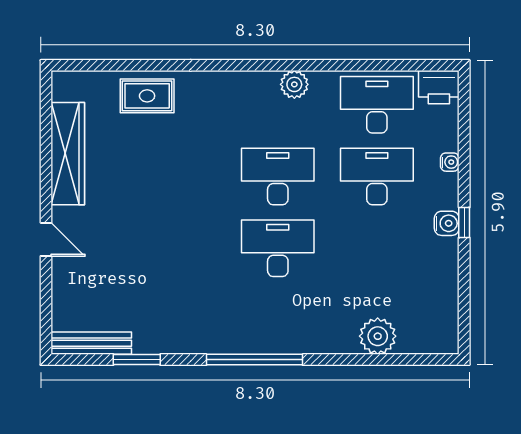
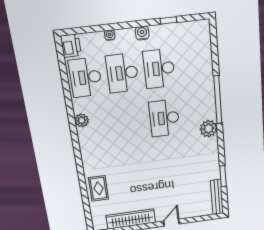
desk: (278, 177) -> (159, 69), moved
window: (464, 223) -> (168, 20), moved
plant: (378, 336) -> (209, 129), moved
window: (255, 360) -> (218, 100), moved

